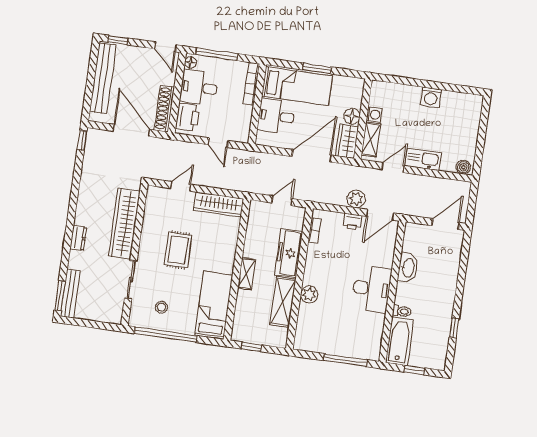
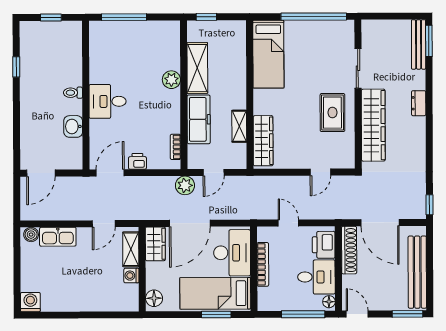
window: (118, 40) -> (407, 314), width x1.50
window: (317, 68) -> (216, 315), moved
bookcase: (251, 84) -> (263, 264), moved
washing machine: (431, 97) -> (30, 302), moved
desk: (276, 116) -> (232, 253), width x1.37
floor lamp: (352, 116) -> (154, 298), moved
kitchen sink: (423, 159) -> (58, 237), moved
plant: (356, 199) -> (185, 185), moved
wardrobe: (219, 204) -> (263, 141), moved, turned 90
rug: (178, 250) -> (332, 113), moved
washbasin: (408, 268) -> (73, 126), width x0.72
shelving: (247, 274) -> (239, 126), moved
desk: (372, 289) -> (108, 101), width x0.73
stool: (161, 307) -> (322, 44), removed
toilet: (402, 311) -> (73, 93), moved
bathtub: (400, 341) -> (71, 45), removed
window: (252, 347) -> (206, 17), moved

